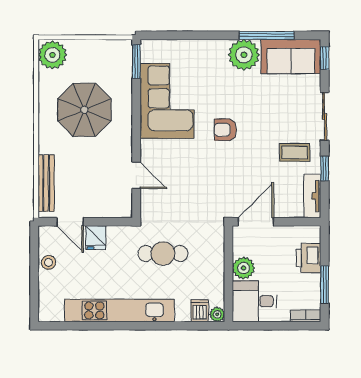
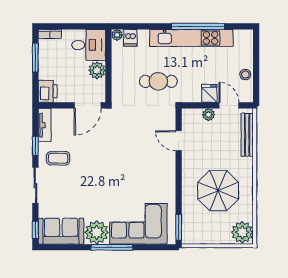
window: (267, 35) -> (112, 247), moved
corner sofa: (167, 101) -> (138, 224), moved, turned 90
armchair: (225, 130) -> (111, 175), removed
plant: (97, 210) -> (209, 115), added
printer: (309, 258) -> (48, 91), moved
window: (111, 326) -> (198, 26), added

